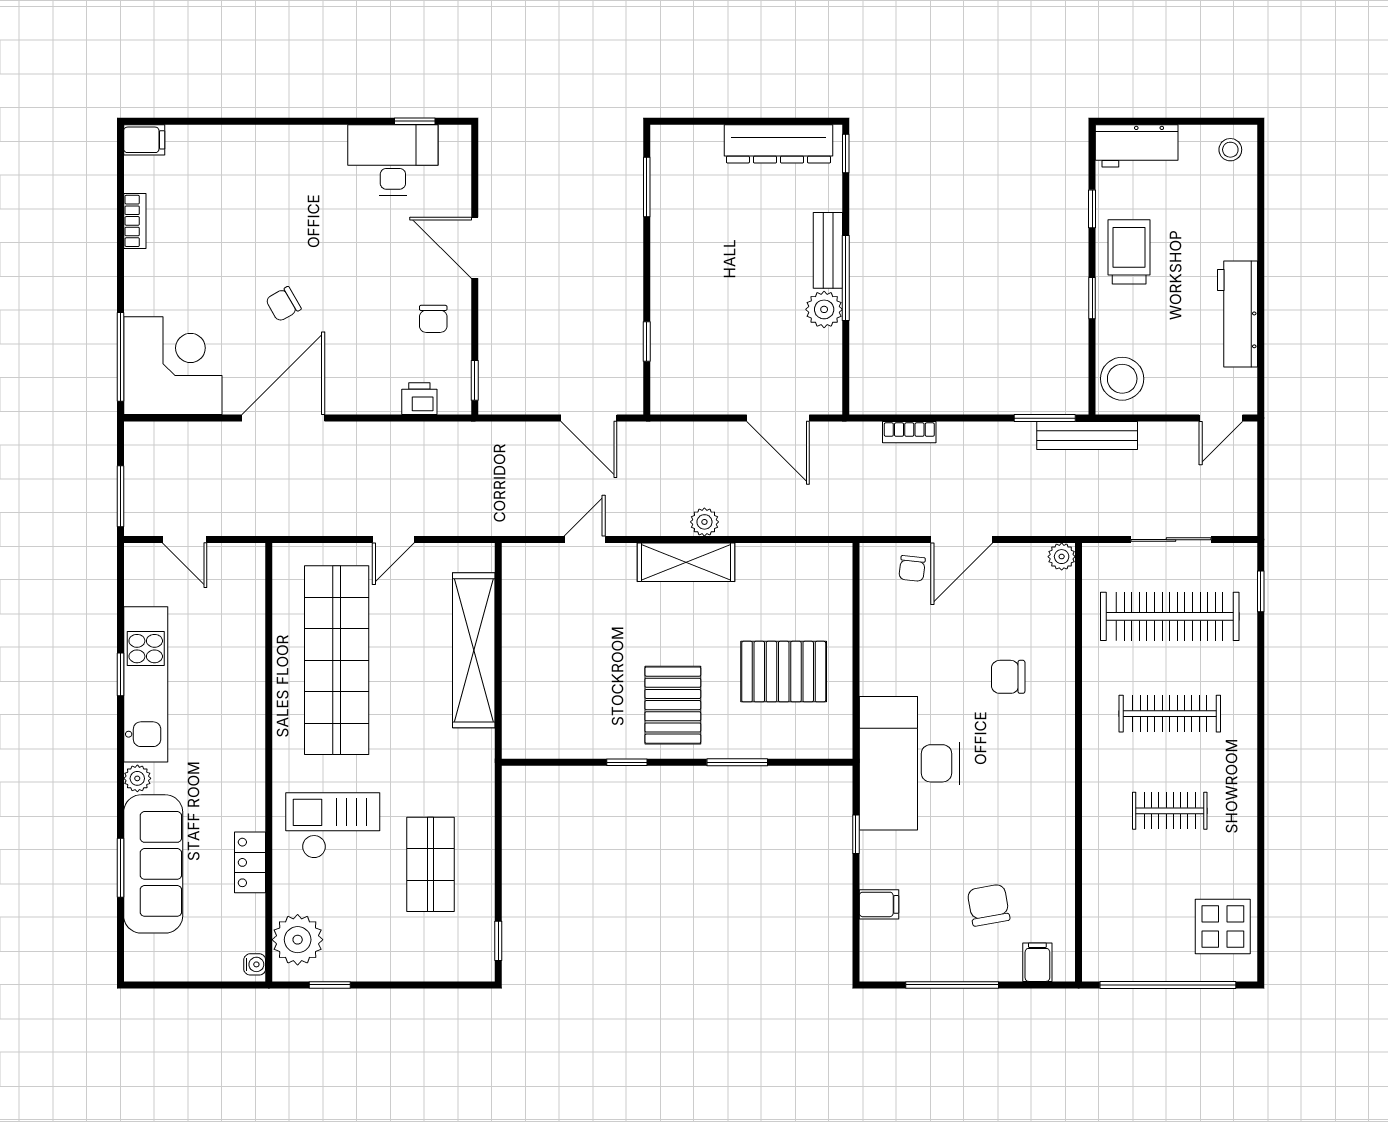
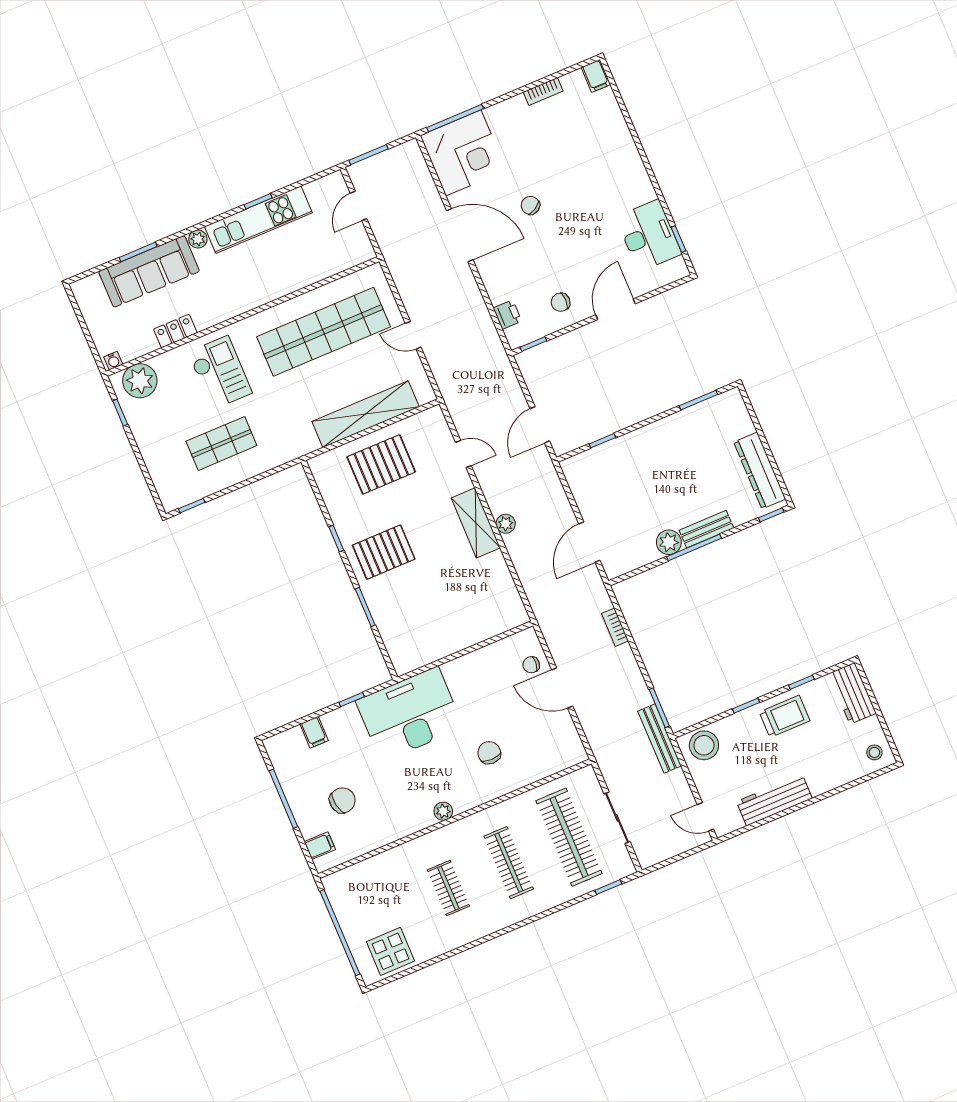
plant: (1062, 557) -> (443, 811), moved
pallet: (784, 672) -> (381, 464), moved, turned 90

